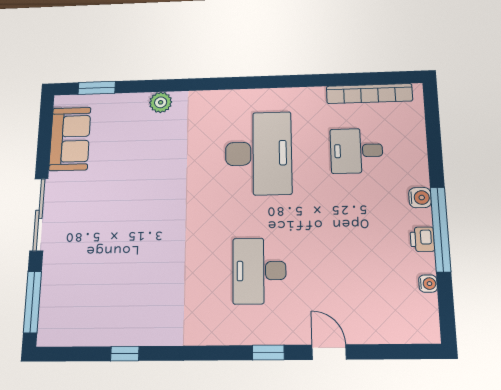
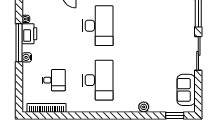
desk: (258, 153) -> (98, 80), turned 180
printer: (422, 239) -> (29, 34), width x1.87, depth x1.48
desk: (259, 271) -> (98, 26), width x1.36, depth x1.30

